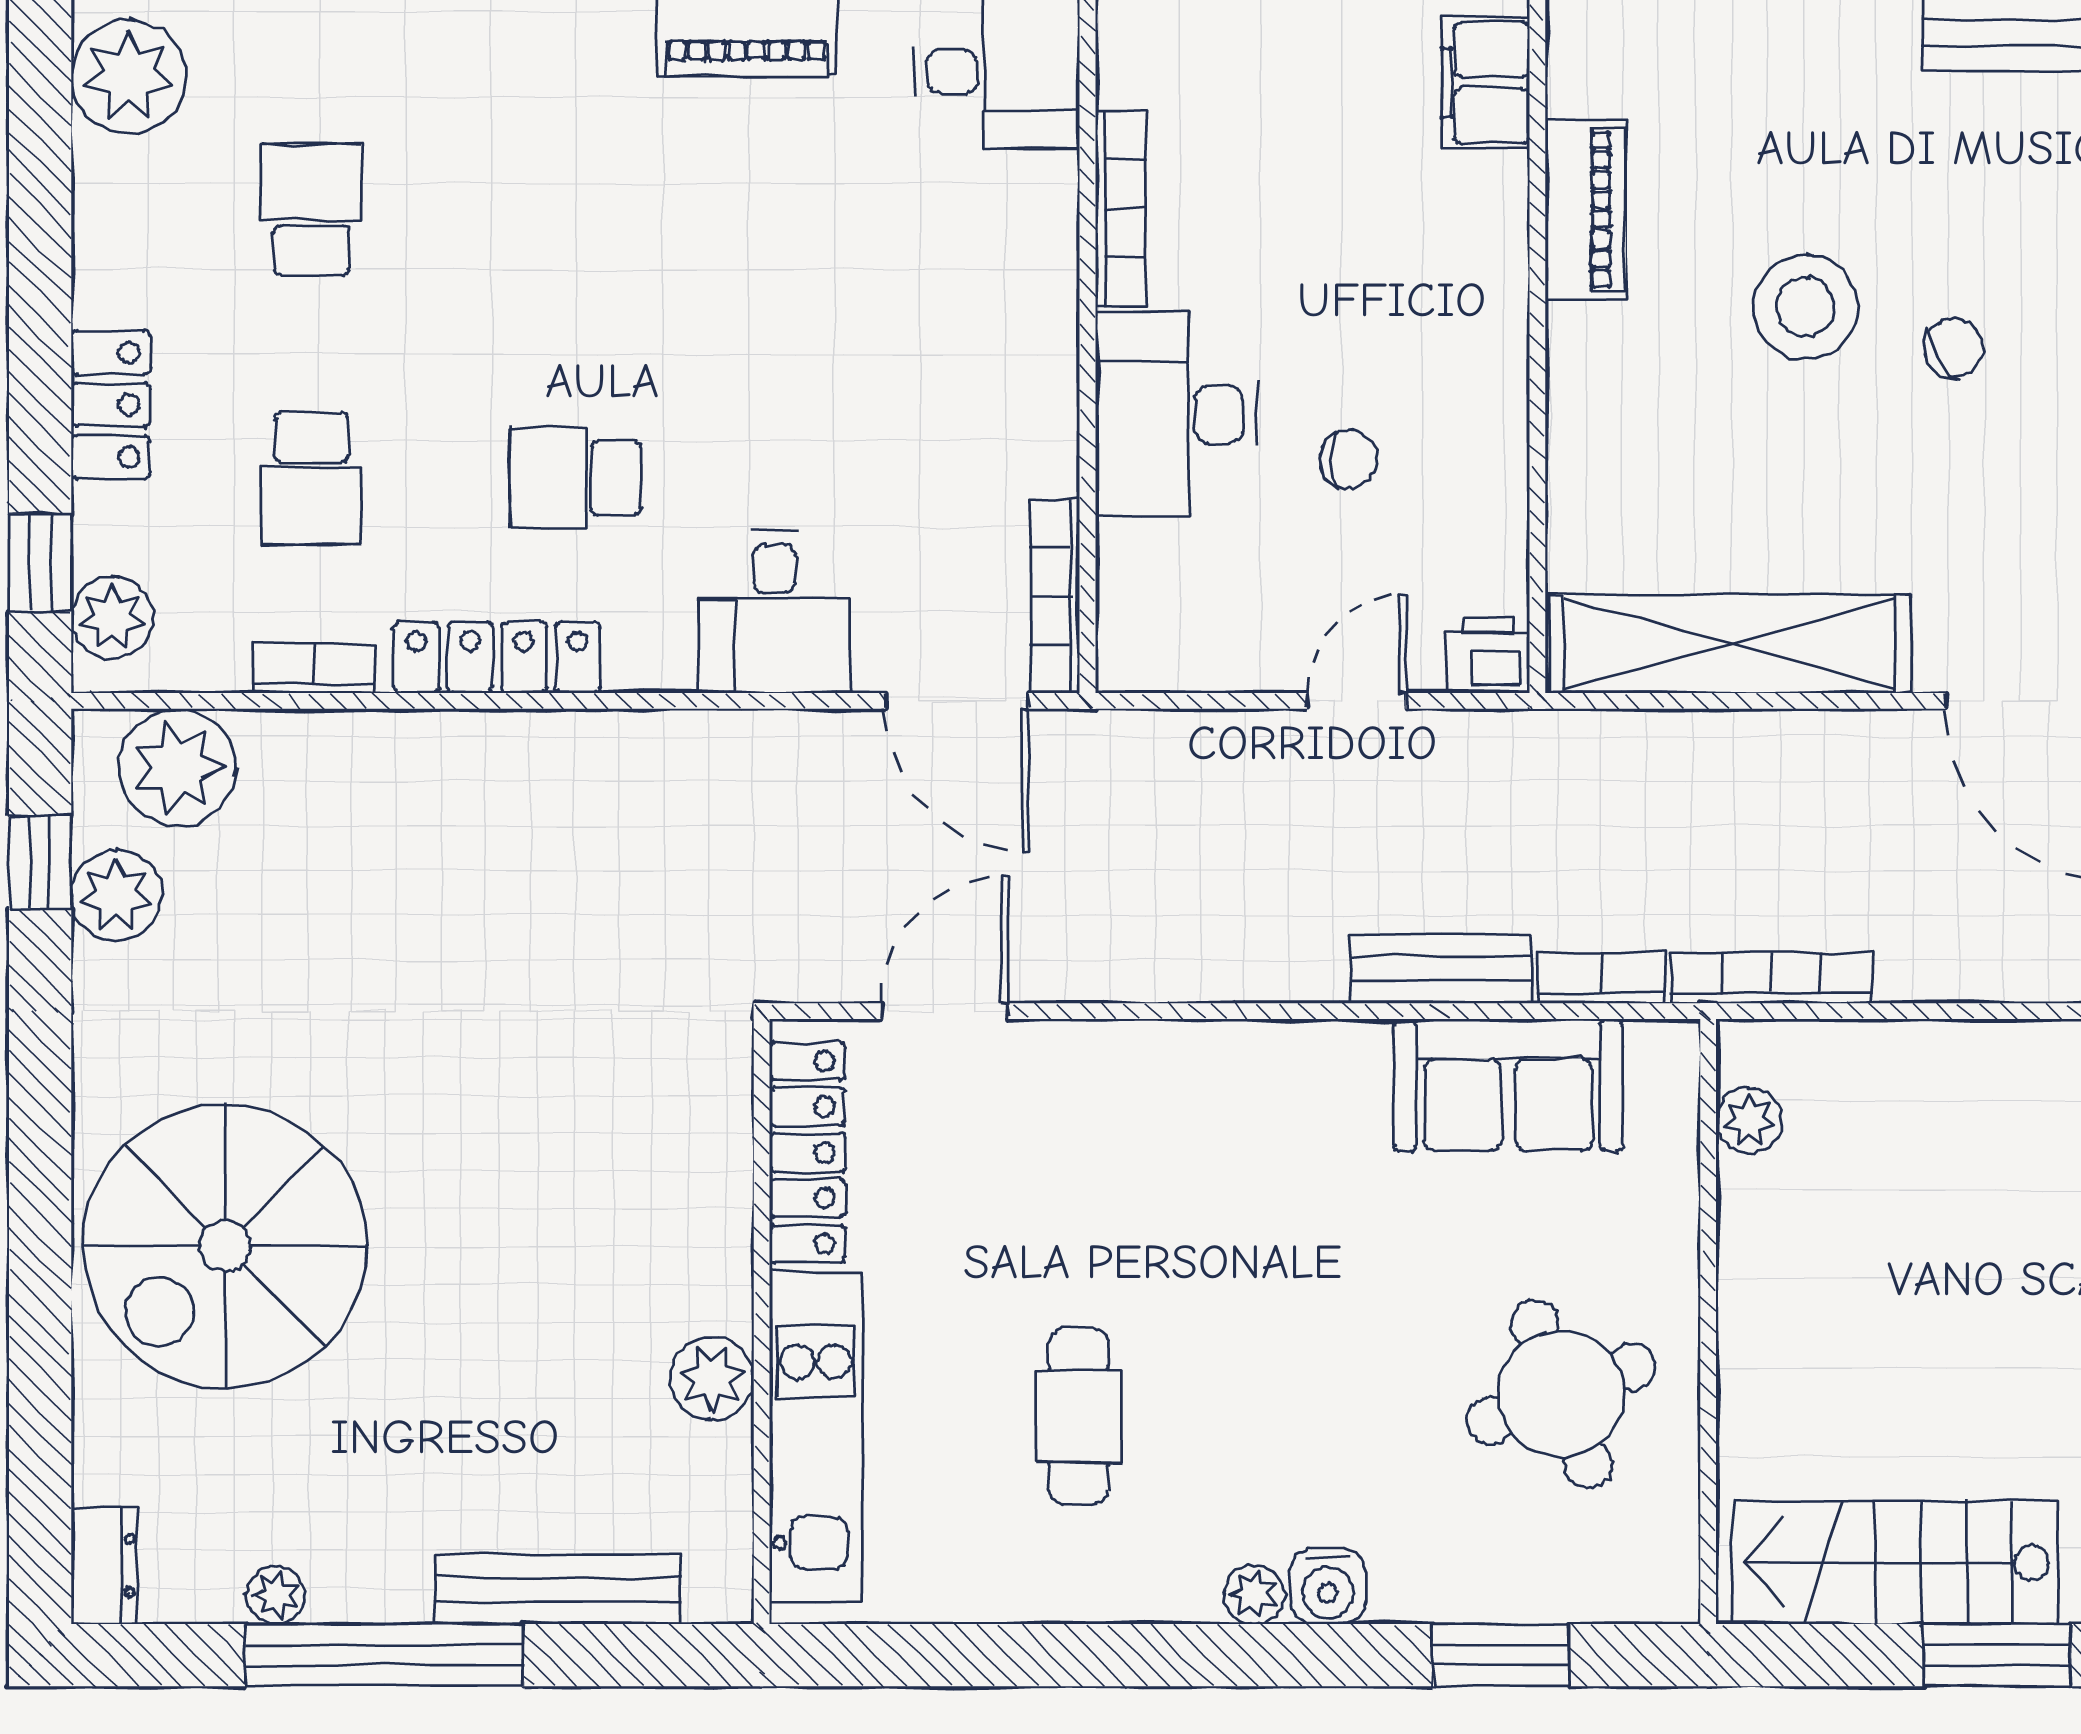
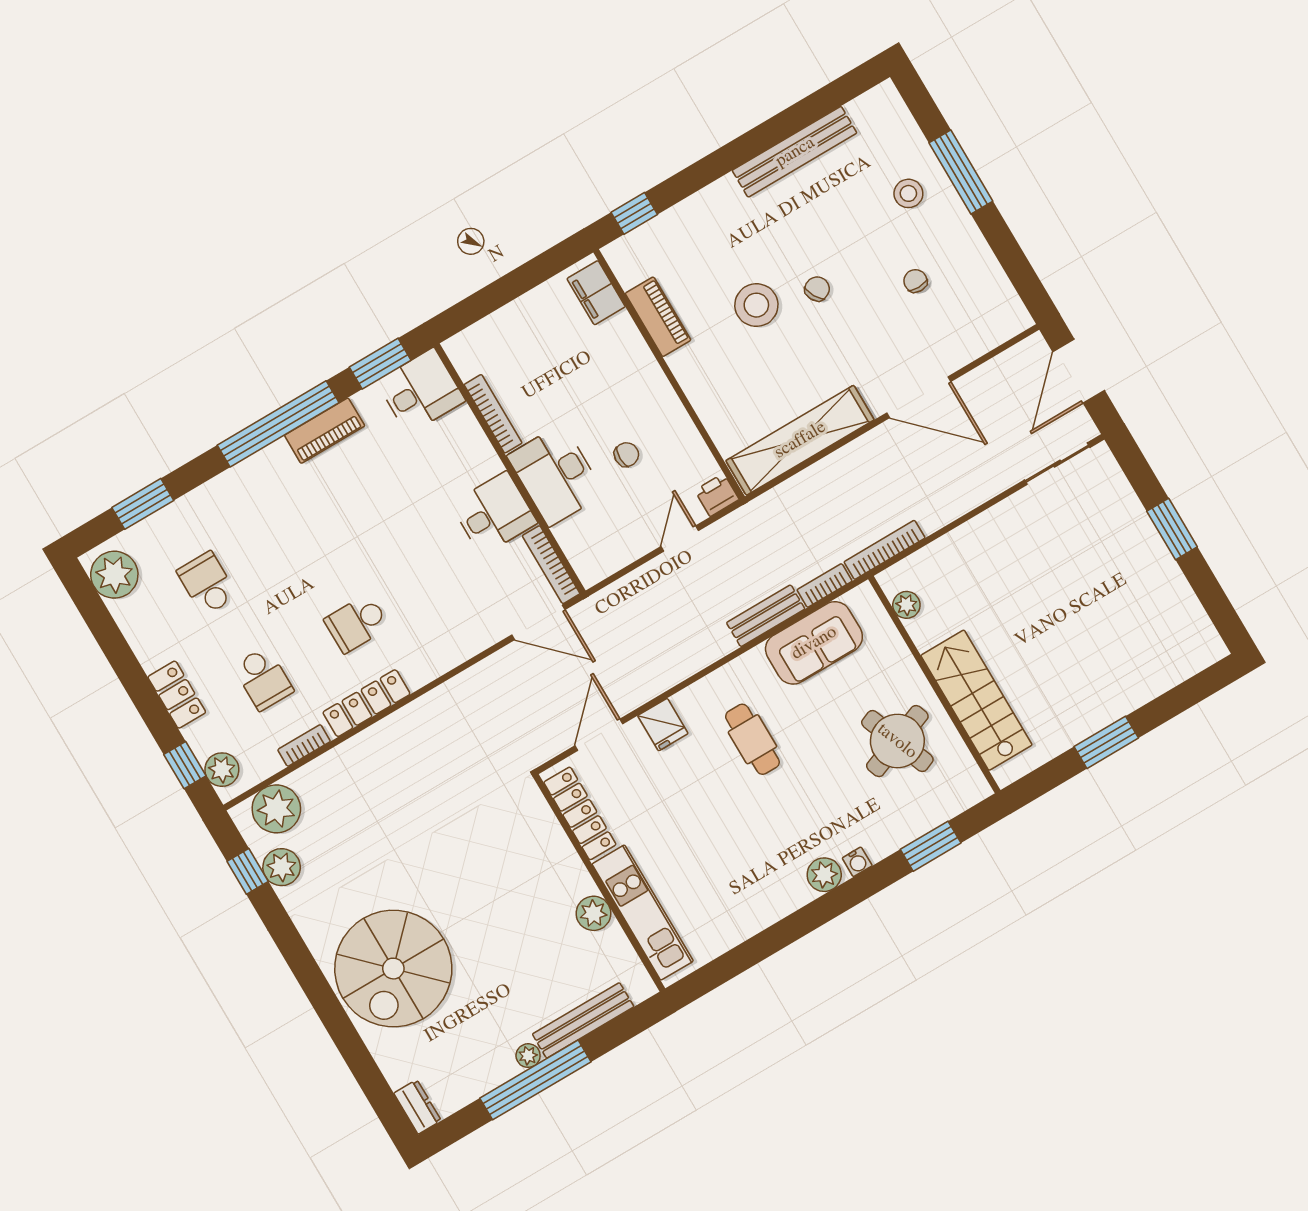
desk: (774, 612) -> (494, 513), moved, turned -90
fridge: (1091, 1069) -> (663, 725), added
cafe table: (1078, 1416) -> (752, 739), moved
stairs: (1895, 1563) -> (976, 700), moved, turned 90
water cooler: (1328, 1587) -> (857, 862), width x0.72, depth x0.72
plant: (1254, 1594) -> (824, 875), width x1.38, depth x1.38
plant: (276, 1595) -> (528, 1056), moved

